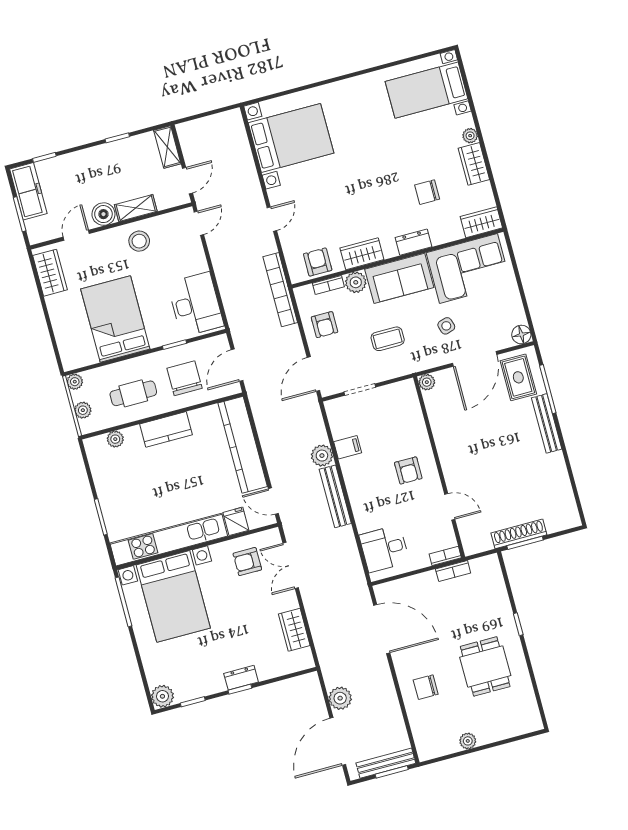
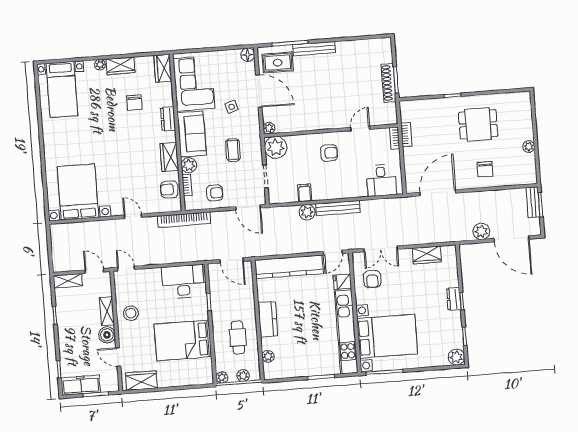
chair: (185, 378) -> (234, 299), removed
plant: (402, 396) -> (276, 147), added
bench: (386, 763) -> (533, 202), width x0.73

